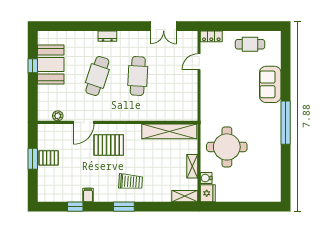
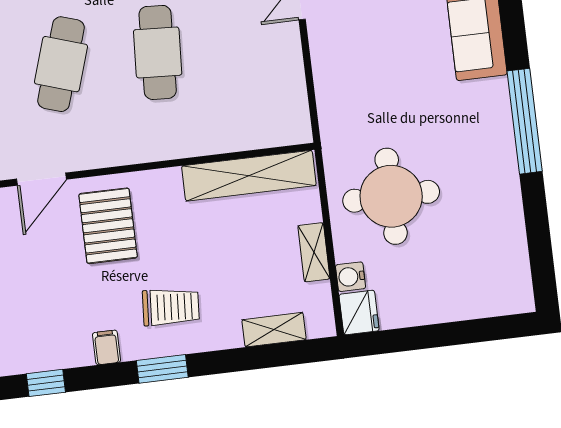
pallet: (109, 145) -> (108, 226), turned 90
filing cabinet: (88, 195) -> (107, 347), moved
shelving: (185, 196) -> (274, 330), moved

